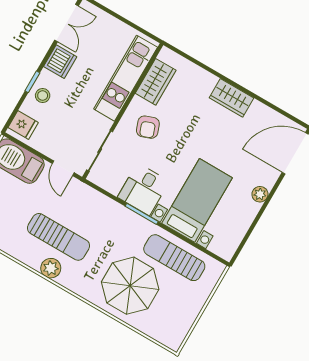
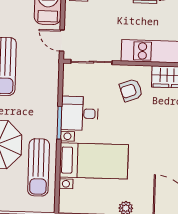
door: (63, 168) -> (62, 41), hinge flipped
sun lounger: (174, 258) -> (39, 167), turned 180

